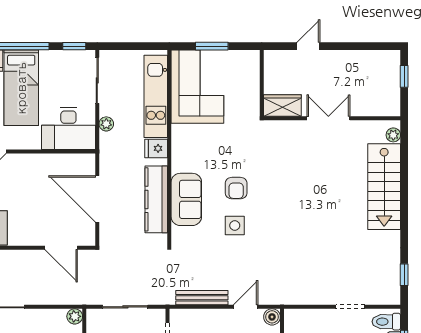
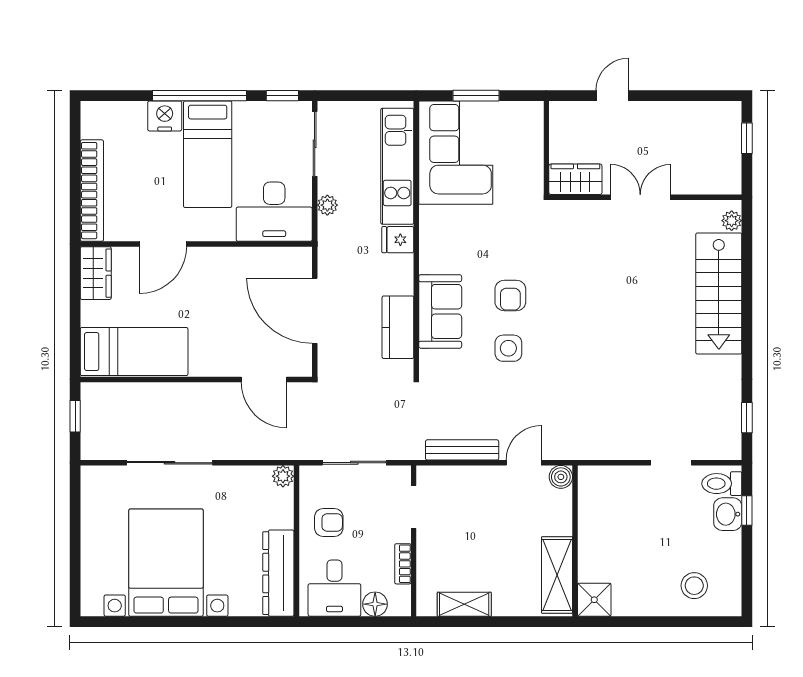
kitchen counter: (156, 199) -> (398, 327), width x0.67

